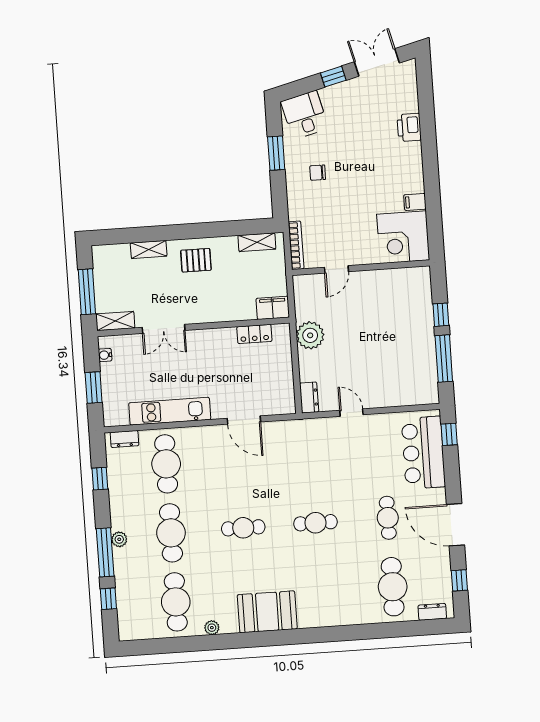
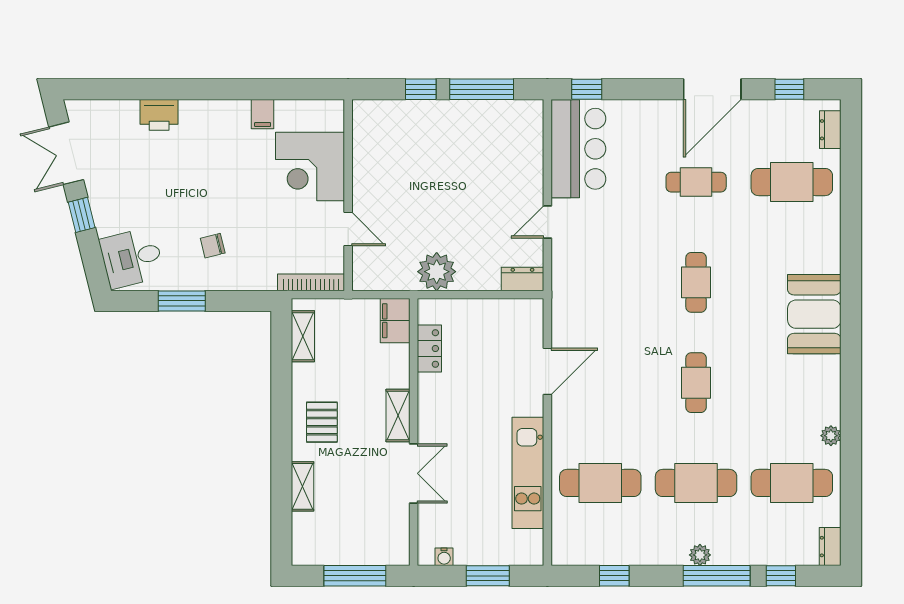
chair: (318, 173) -> (213, 246), turned 76
corner desk: (403, 237) -> (310, 166), moved, turned 90
shelving: (115, 321) -> (398, 416), moved
dresser: (124, 439) -> (830, 547), moved, turned 180
bar counter: (423, 453) -> (578, 149), moved, turned -90
booth: (267, 612) -> (814, 314), moved

